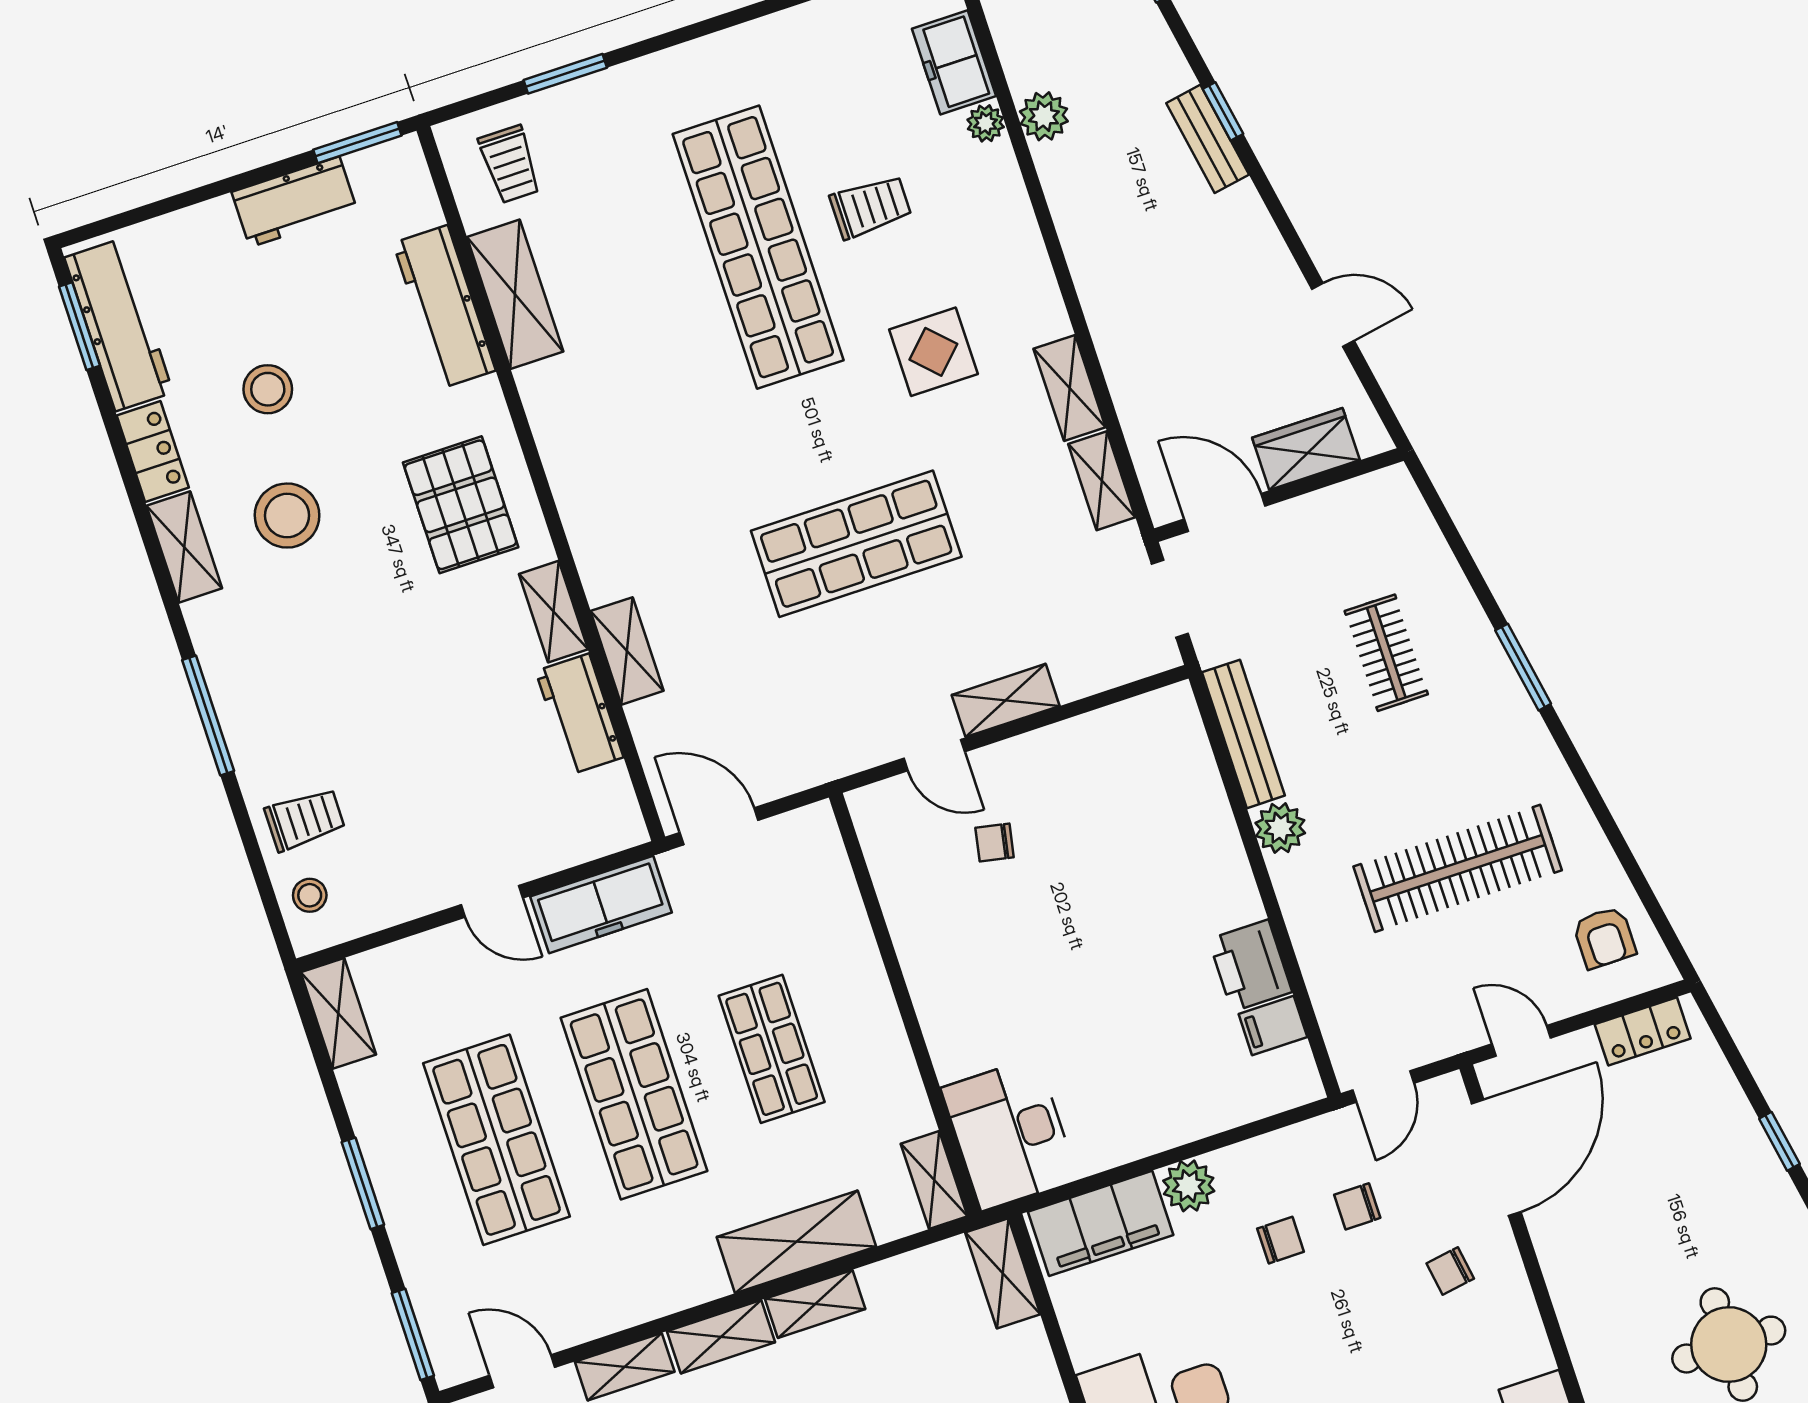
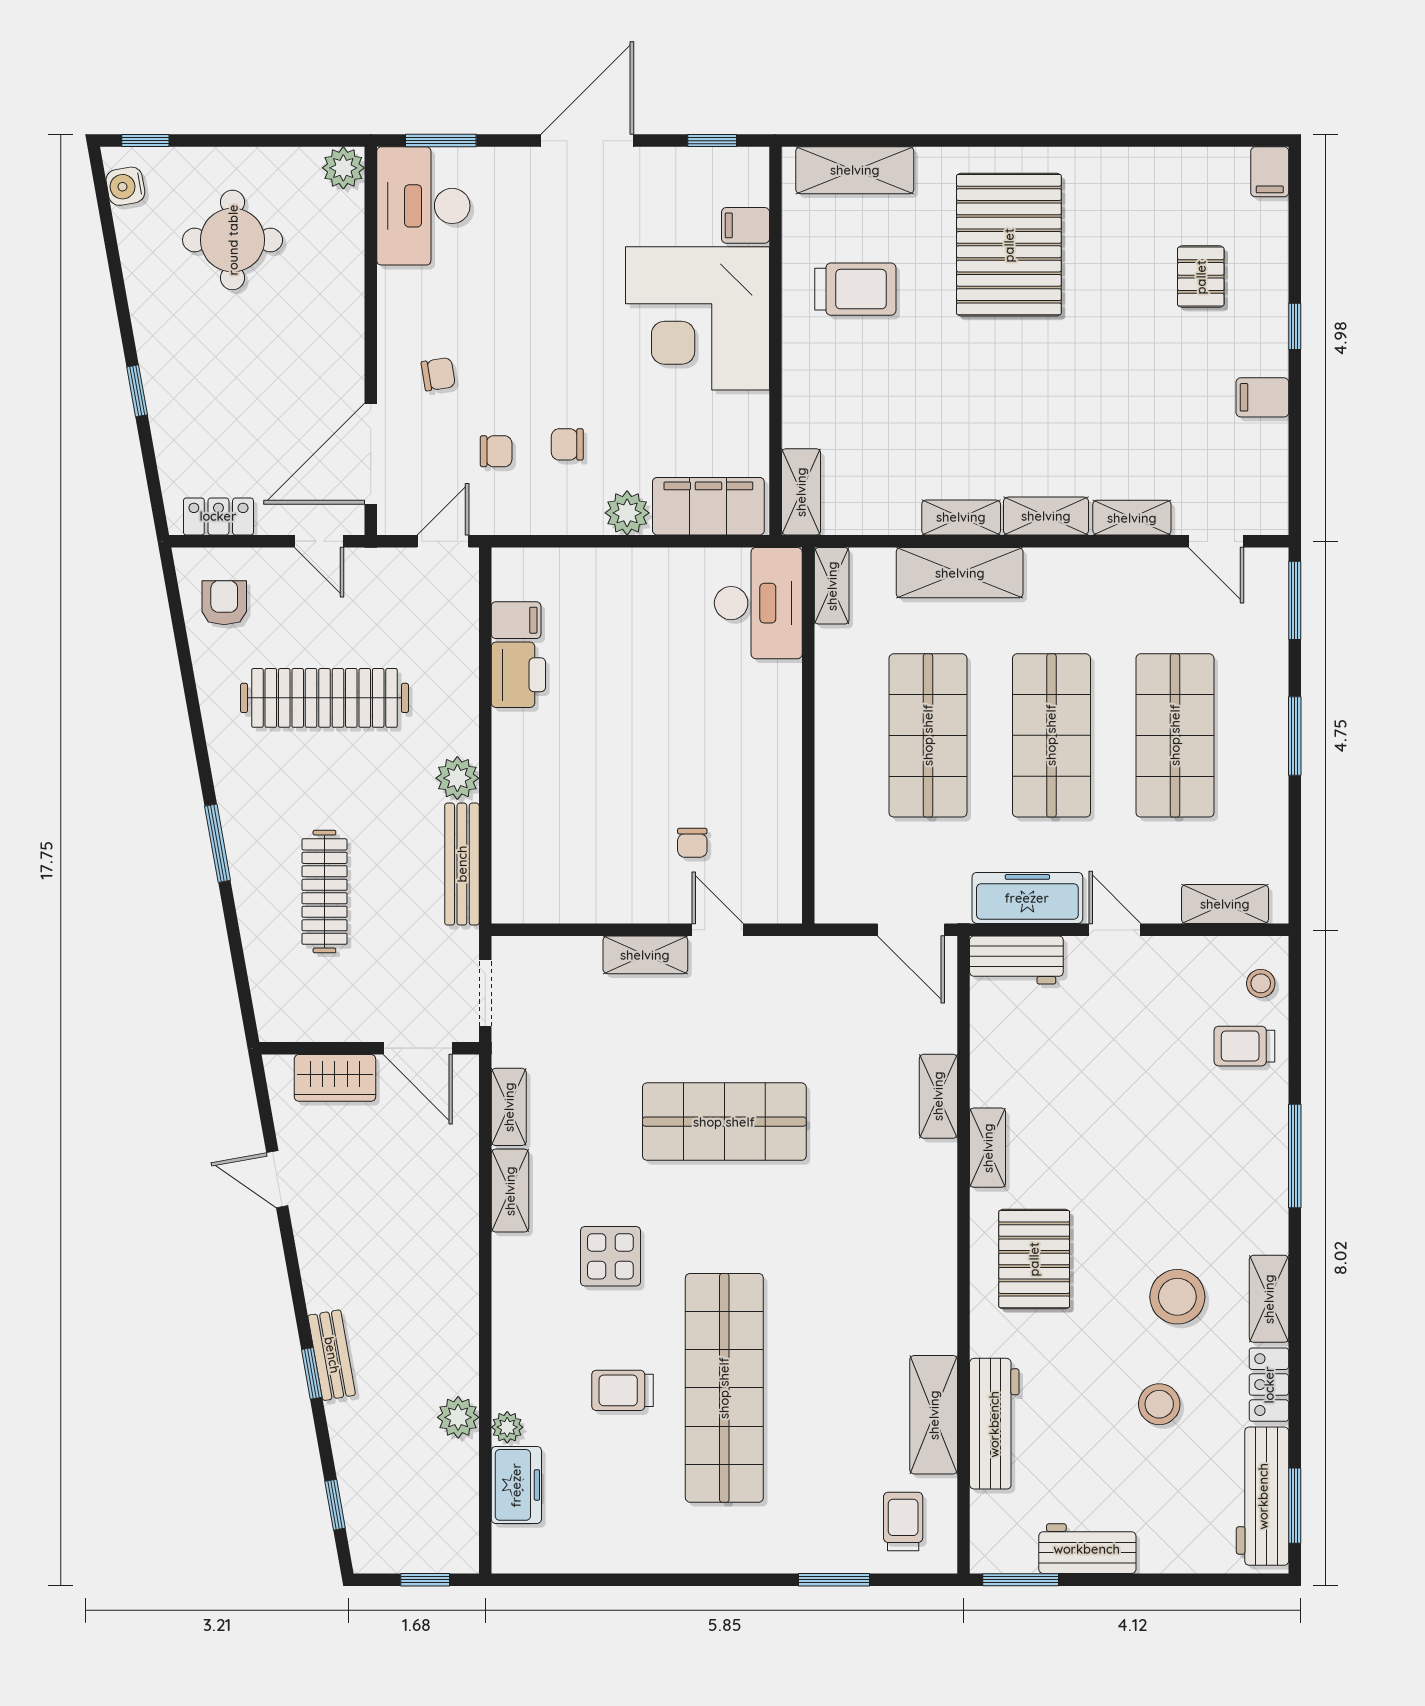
clothes rail: (1386, 653) -> (324, 892), width x1.36
workbench: (580, 714) -> (1016, 960), moved, turned 90
chair: (995, 843) -> (692, 843), turned 79
shelving: (338, 1013) -> (1225, 904), moved, turned 90
shop shelf: (772, 1049) -> (928, 735), width x1.43, depth x1.36

